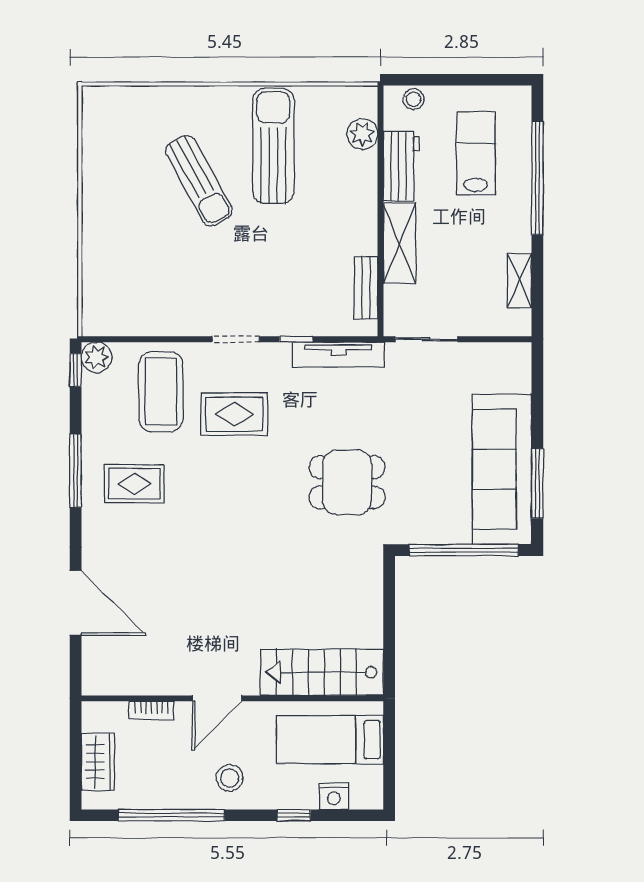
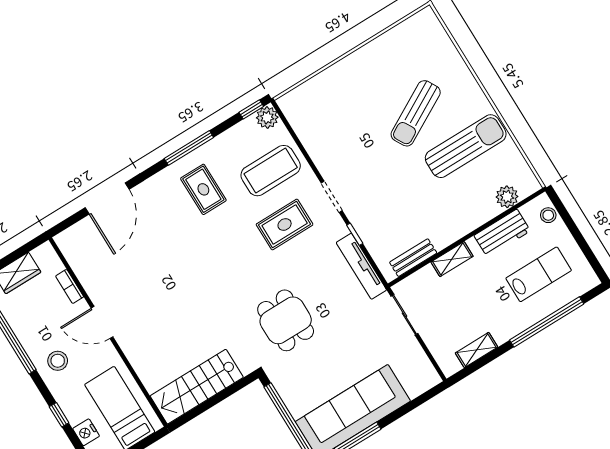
shelving: (400, 243) -> (452, 259), width x0.67, depth x0.75
rug: (234, 414) -> (285, 224), turned 90
stairs: (322, 672) -> (197, 387), moved, turned -90

